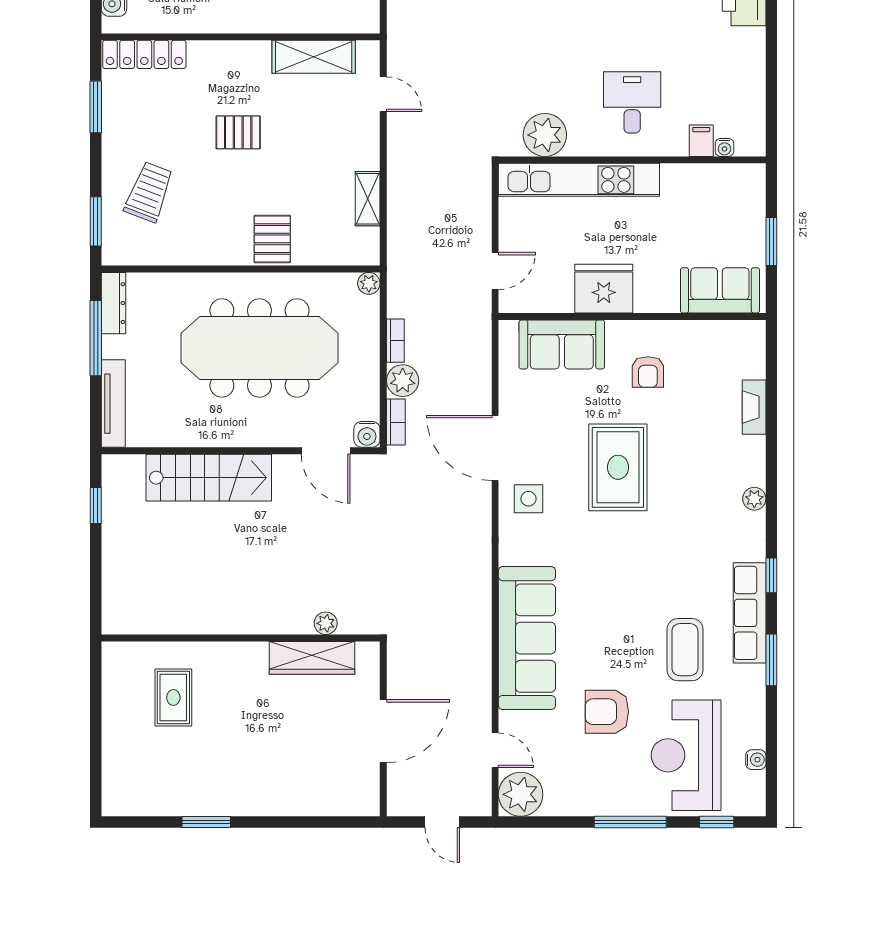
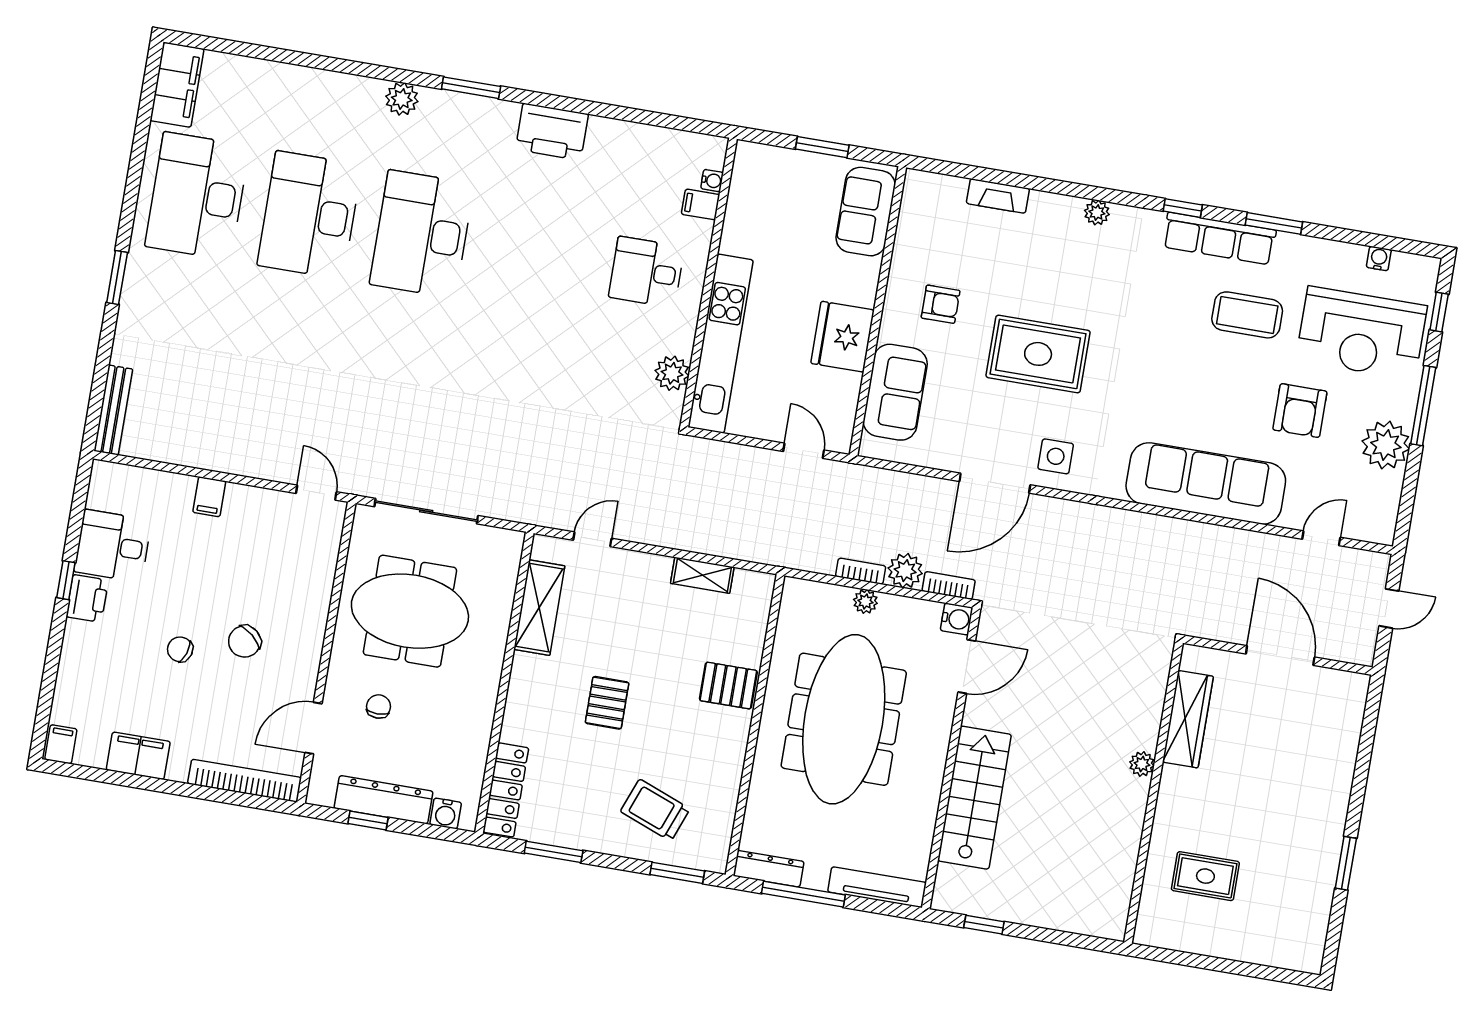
plant: (545, 135) -> (672, 373), width x0.73, depth x0.73
plant: (369, 283) -> (865, 601), moved
plant: (326, 623) -> (1142, 764), moved
plant: (521, 794) -> (1386, 445), moved

